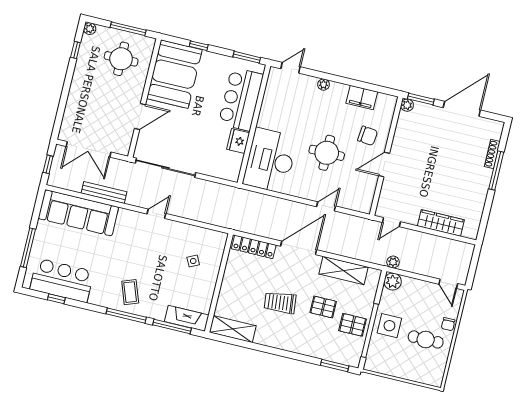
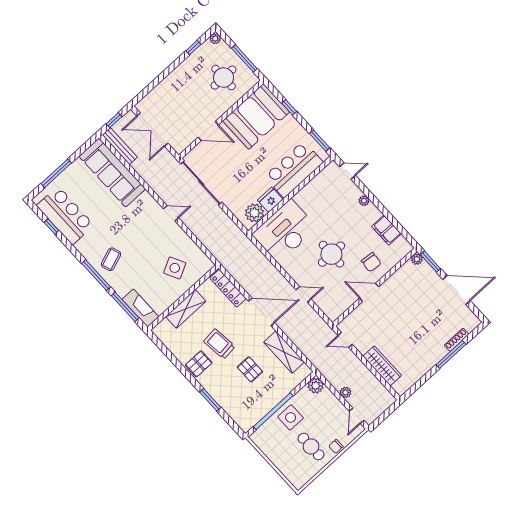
plant: (232, 163) -> (254, 213), added
bench: (104, 193) -> (120, 146), moved
side table: (193, 261) -> (175, 268), width x1.87, depth x1.87
plant: (393, 262) -> (345, 392), moved
pallet: (353, 325) -> (199, 364), moved, turned 90
shelving: (233, 329) -> (186, 309), moved, turned 90
window: (335, 366) -> (210, 400), moved

